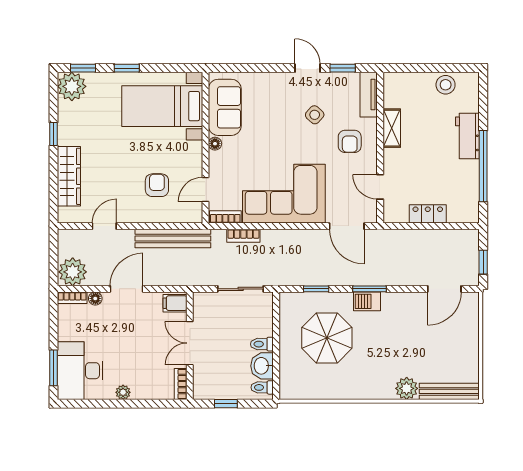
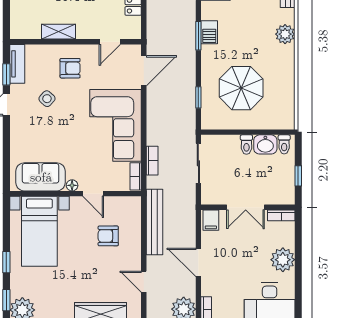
tv unit: (369, 95) -> (17, 64), moved, turned -90
door: (205, 190) -> (93, 194), moved
window: (369, 289) -> (198, 36), moved
floor lamp: (95, 298) -> (207, 290), removed
barbecue: (367, 301) -> (209, 32), moved
plant: (407, 388) -> (285, 34), moved
plant: (123, 392) -> (283, 260), width x1.87, depth x1.87

